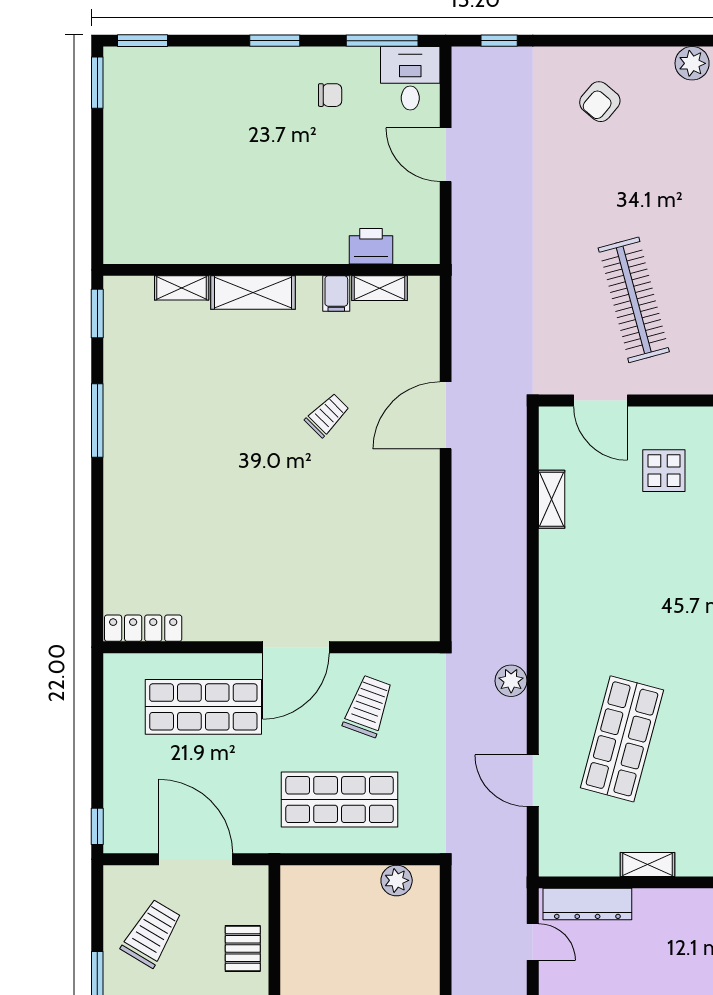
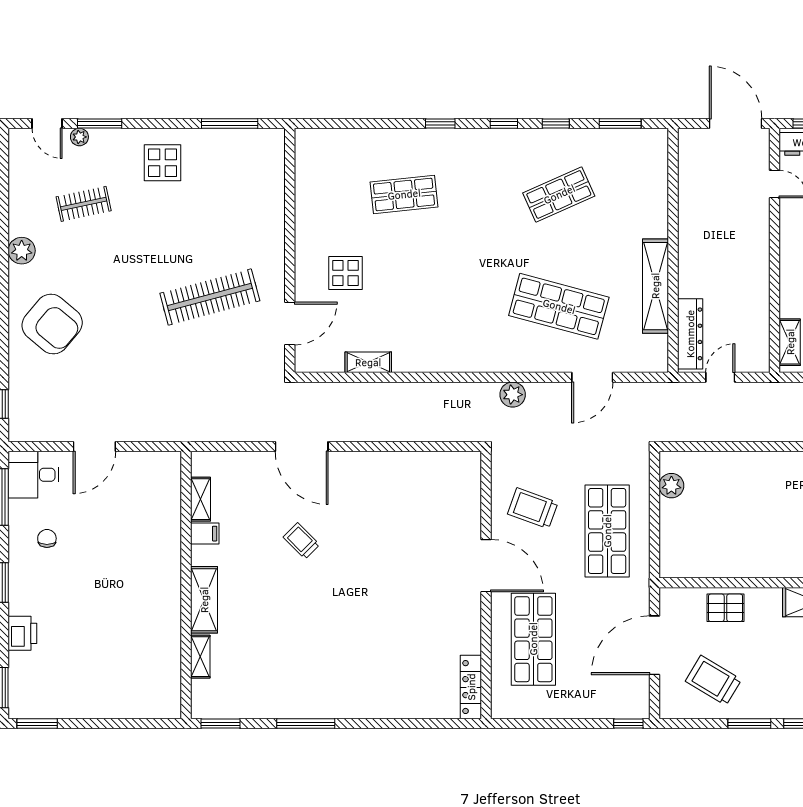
armchair: (600, 102) -> (52, 324), width x1.88, depth x1.88
printer: (371, 246) -> (22, 633), moved, turned 180
shelving: (648, 864) -> (655, 286), width x2.20, depth x1.33

